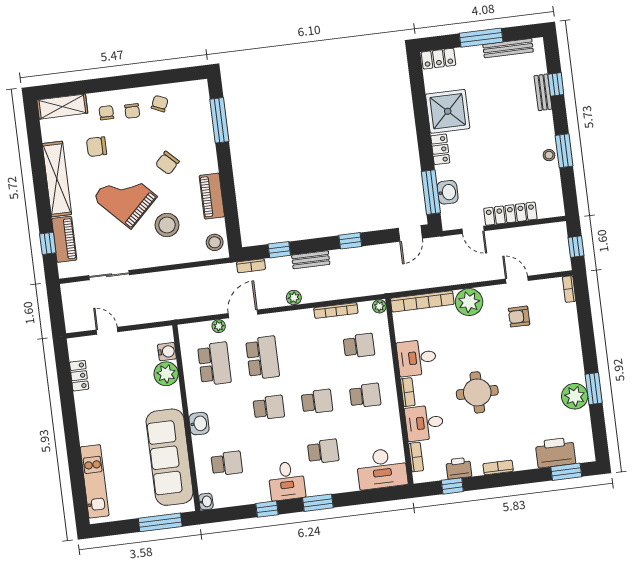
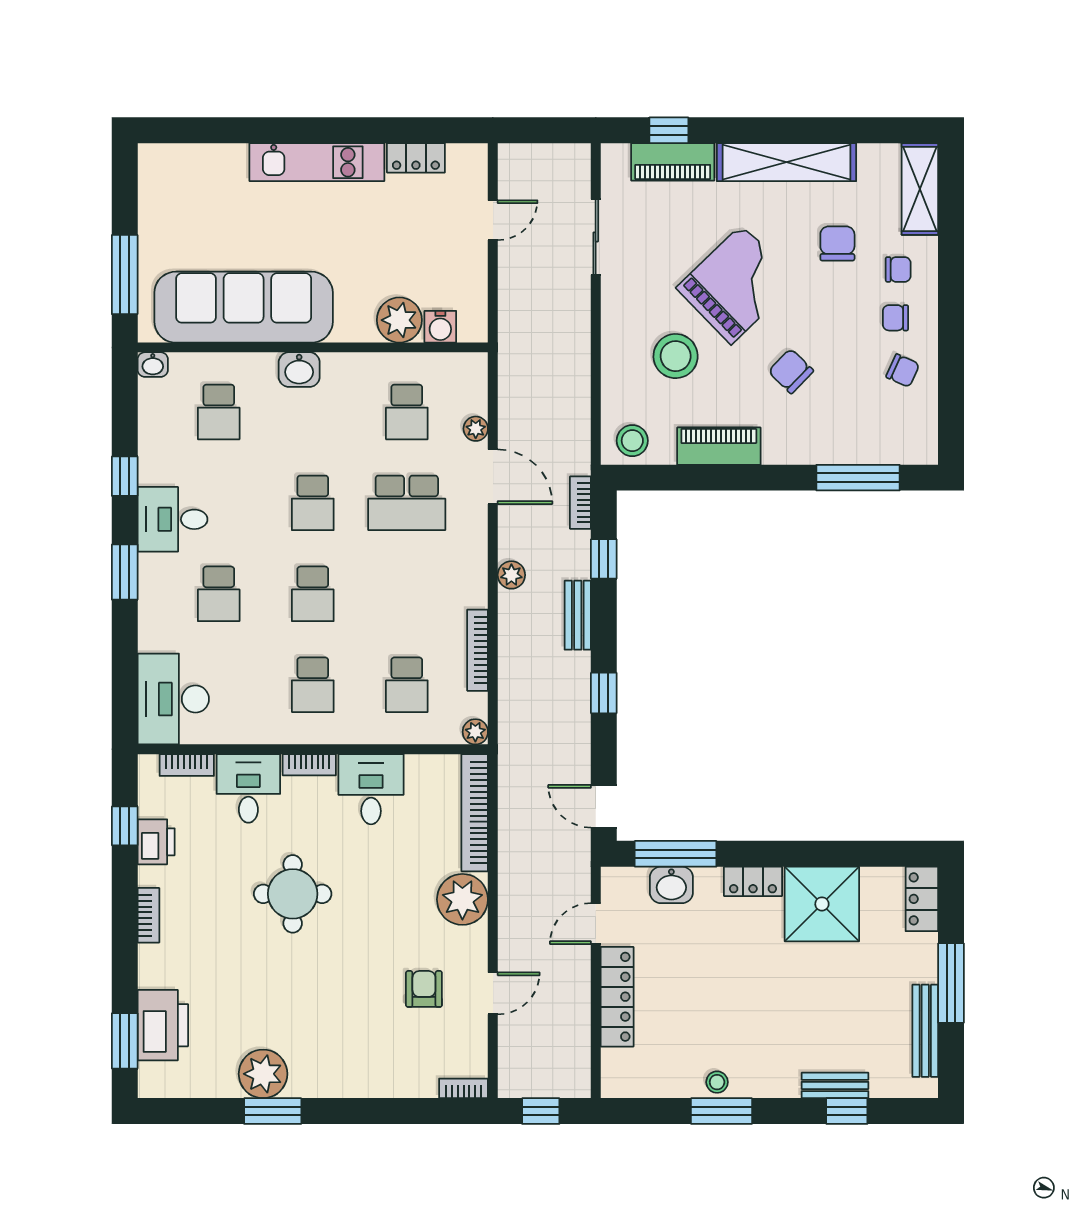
school desk: (214, 364) -> (407, 412), width x0.54
kitchen unit: (95, 481) -> (317, 162), moved

